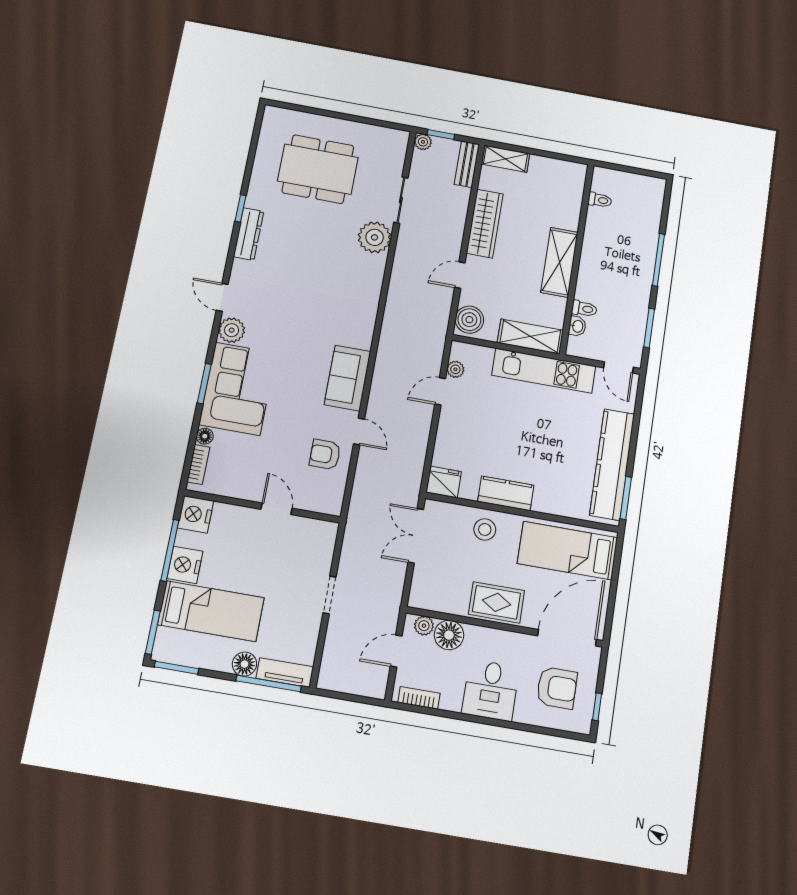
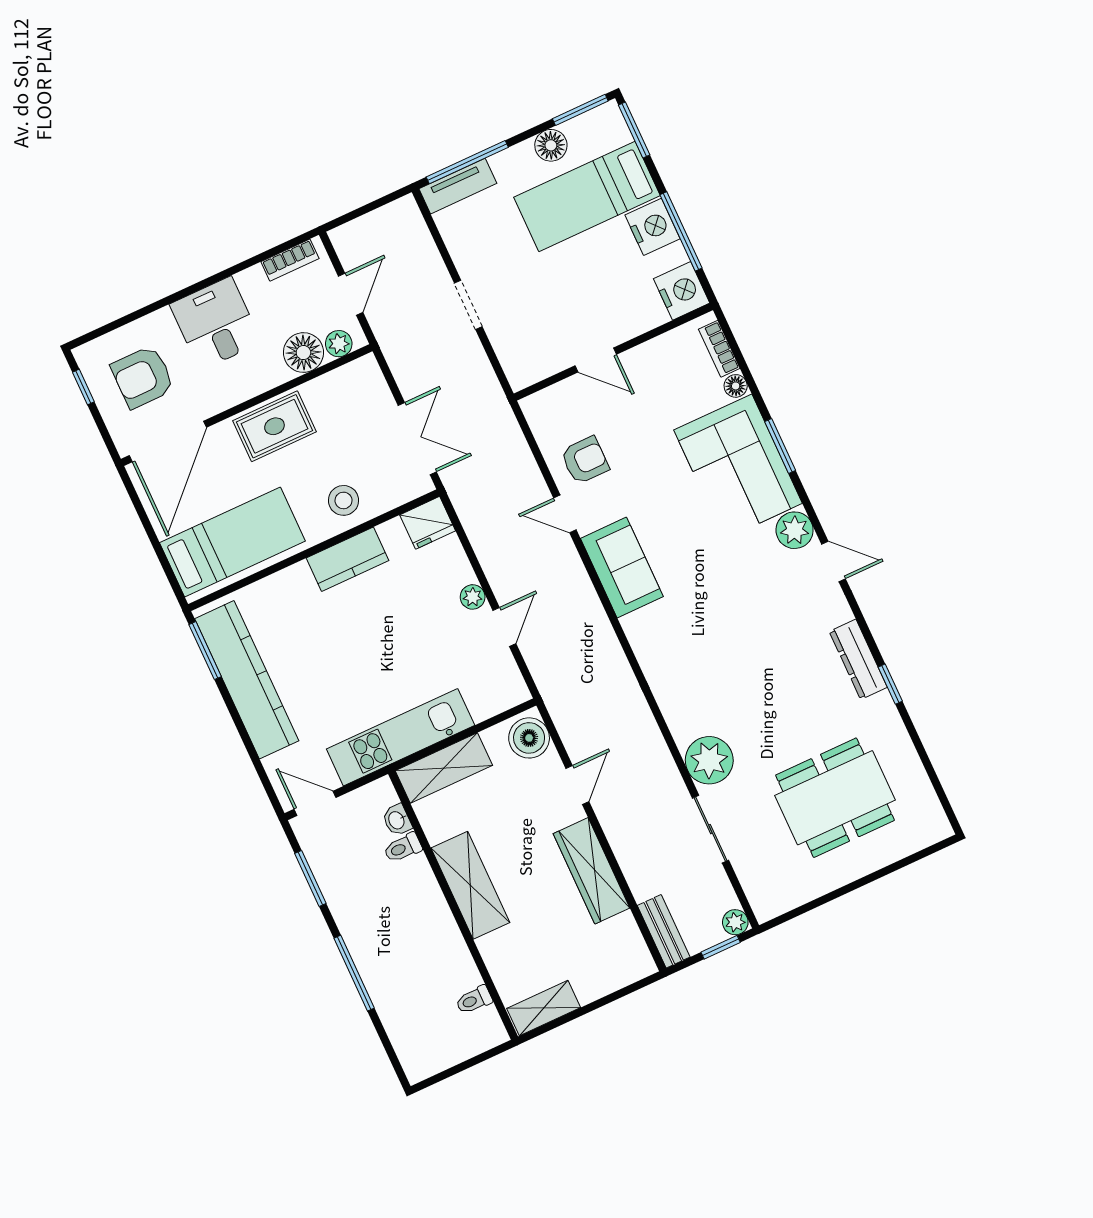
shelving: (505, 159) -> (544, 1008), moved
plant: (455, 369) -> (473, 597), moved
floor lamp: (244, 664) -> (551, 145), moved

